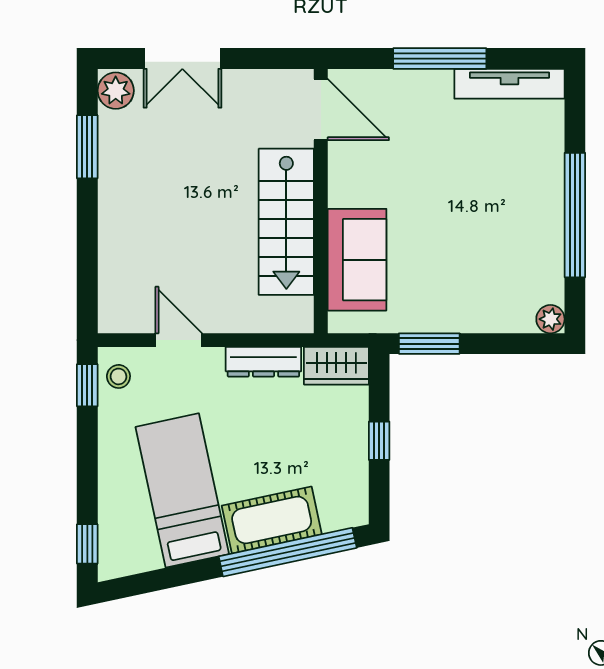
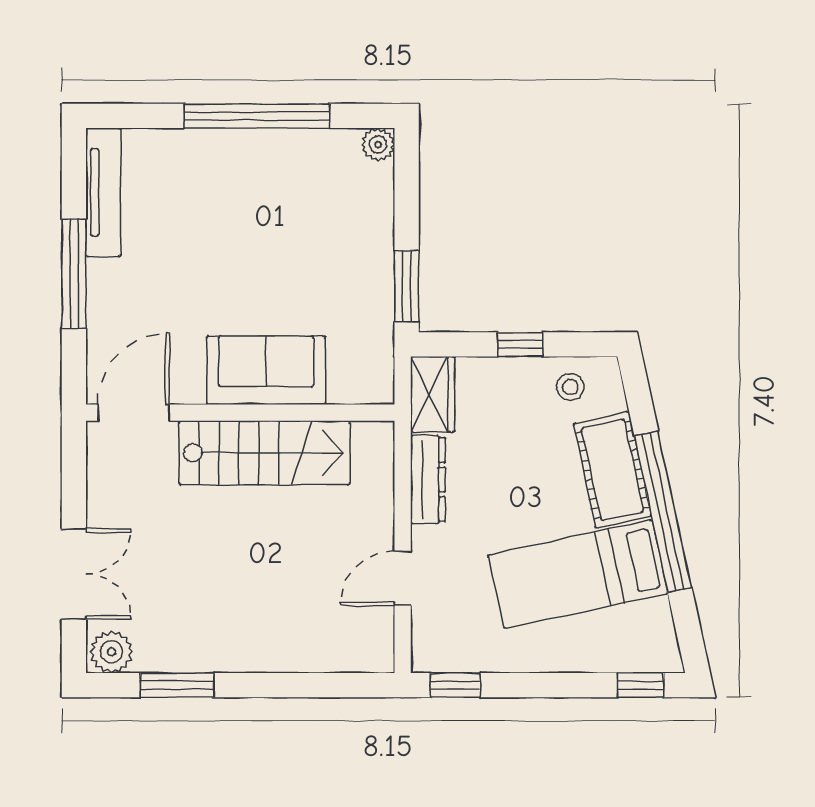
sofa: (357, 260) -> (266, 370), moved
stool: (118, 376) -> (570, 387), moved
window: (288, 552) -> (663, 512), moved

